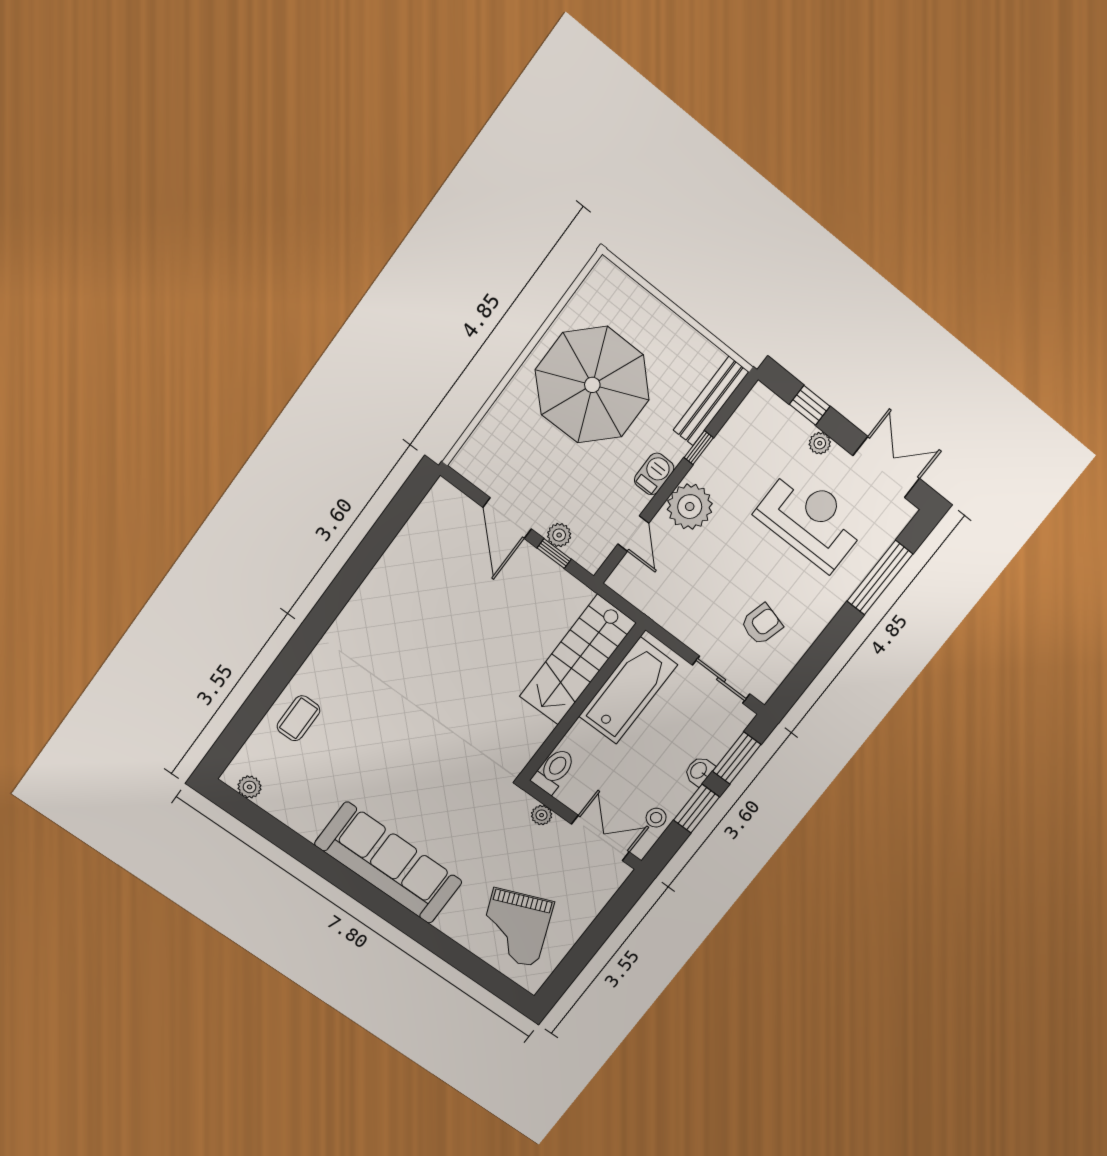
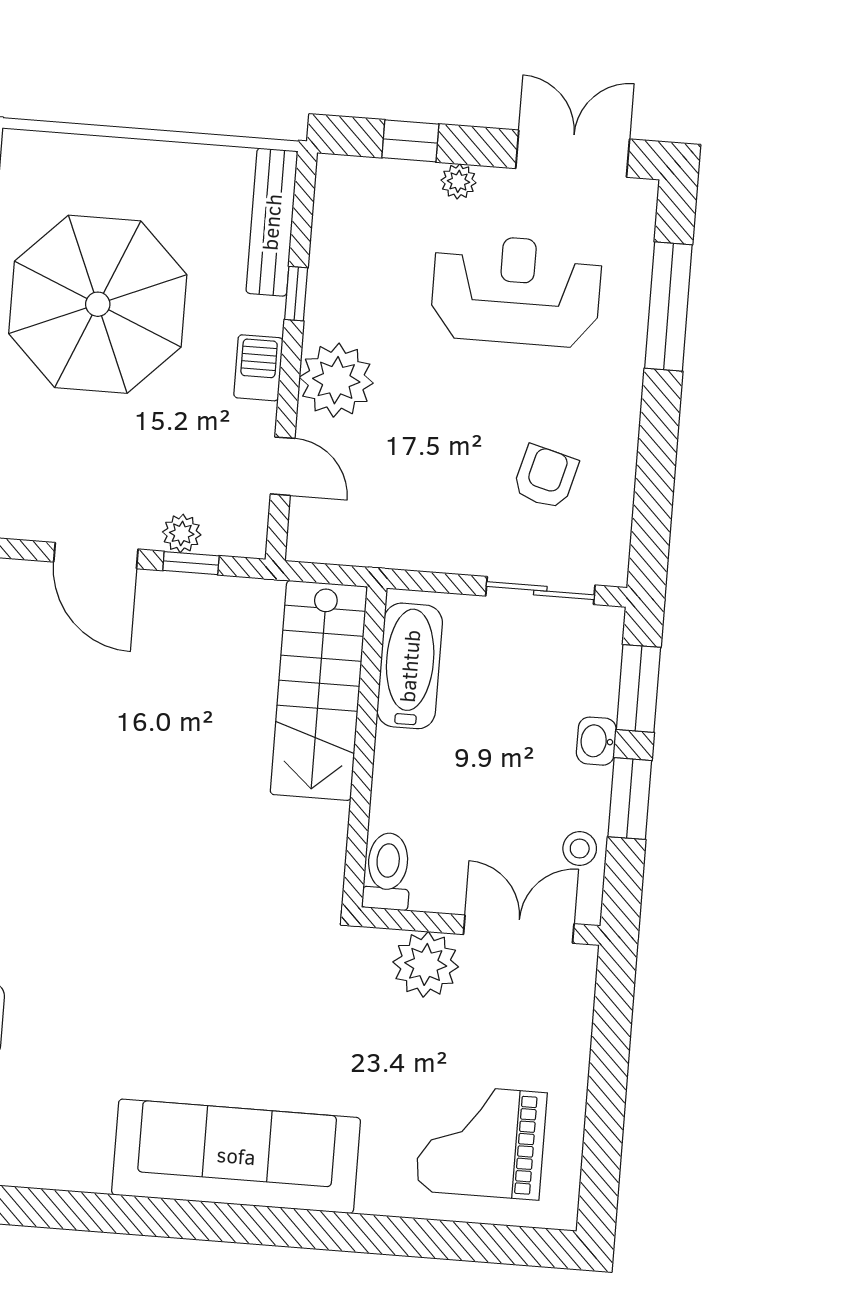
bathtub: (628, 691) -> (410, 666), width x0.73, depth x0.73
plant: (542, 815) -> (426, 964), width x1.88, depth x1.88
grand piano: (515, 928) -> (481, 1142), turned 112

